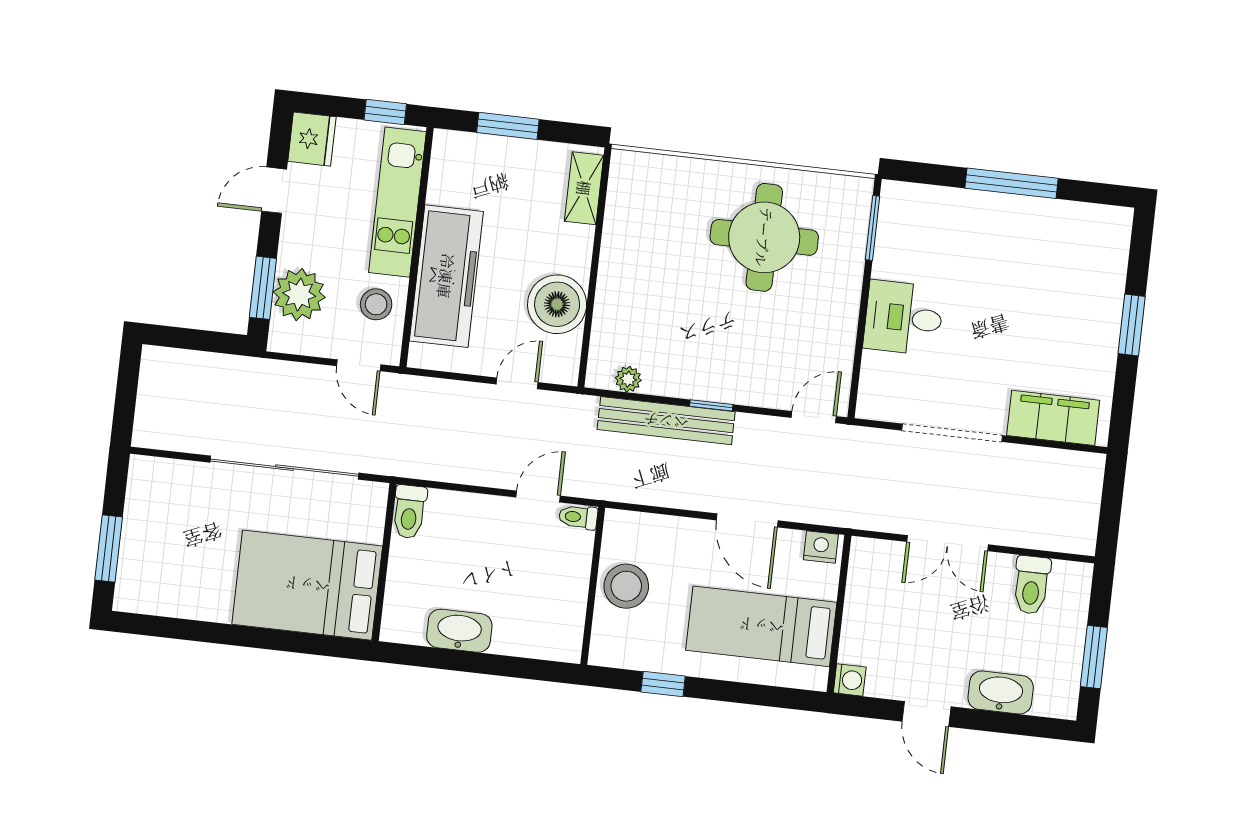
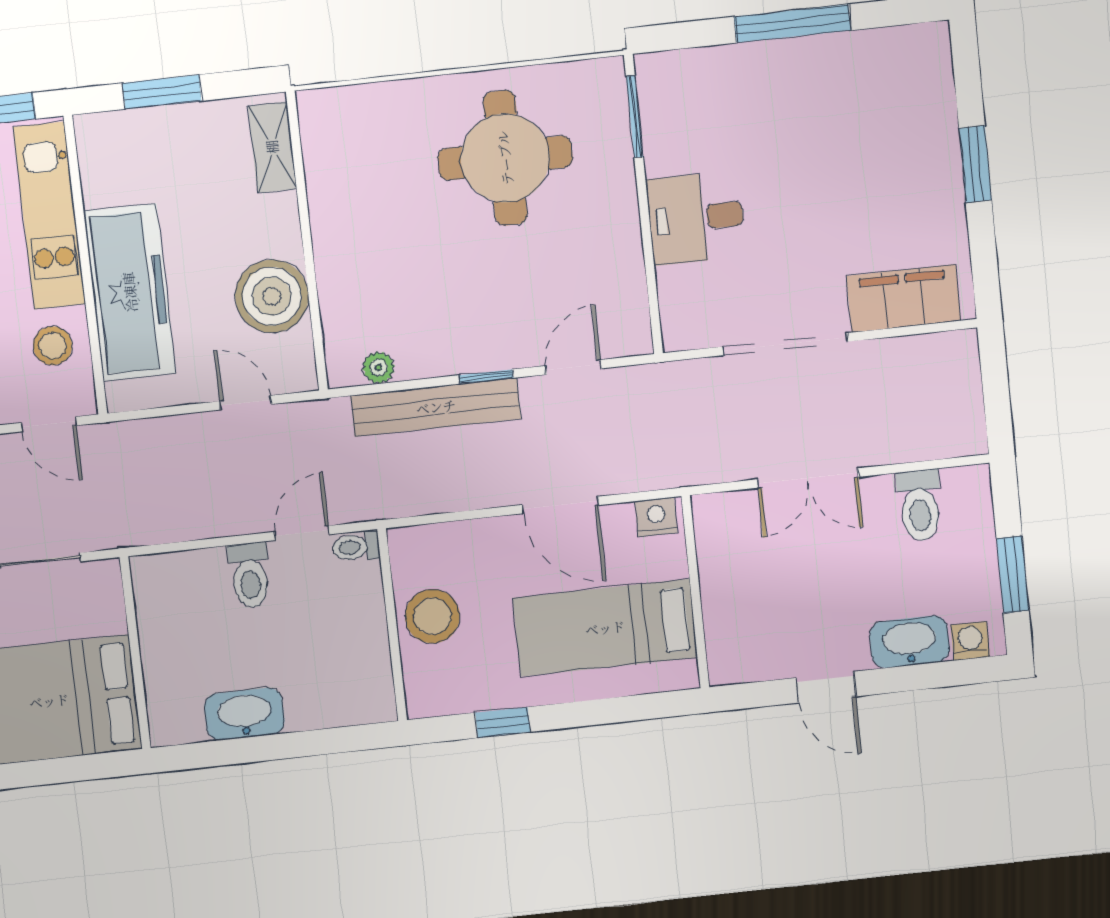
door: (517, 383) -> (245, 403), hinge flipped
door: (814, 417) -> (574, 367), moved
toilet: (409, 512) -> (250, 575), moved
washing machine: (850, 680) -> (970, 641), moved, turned -90

